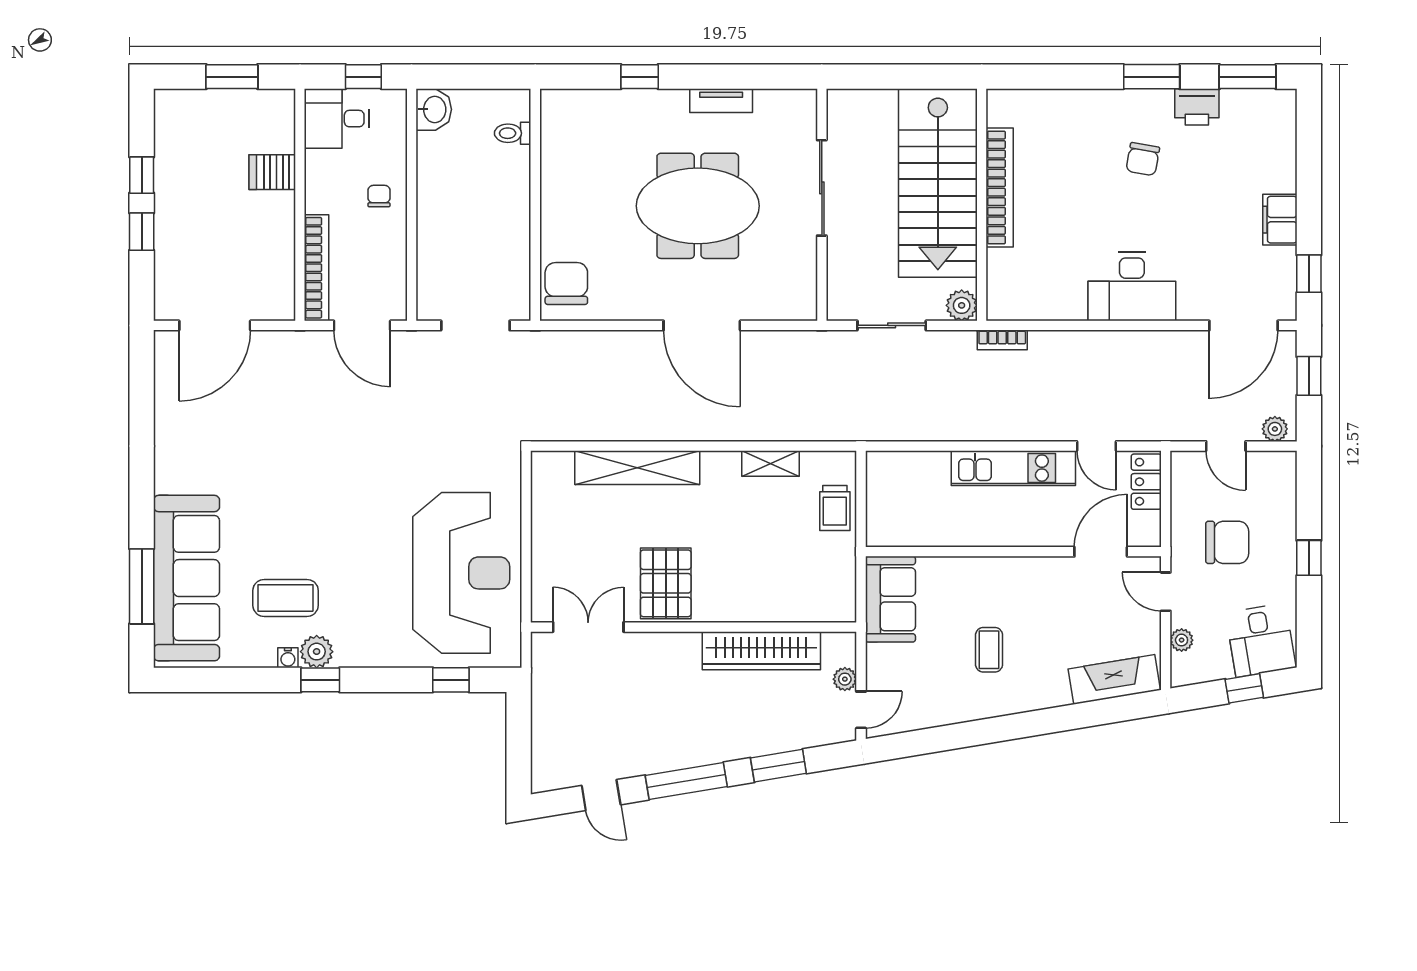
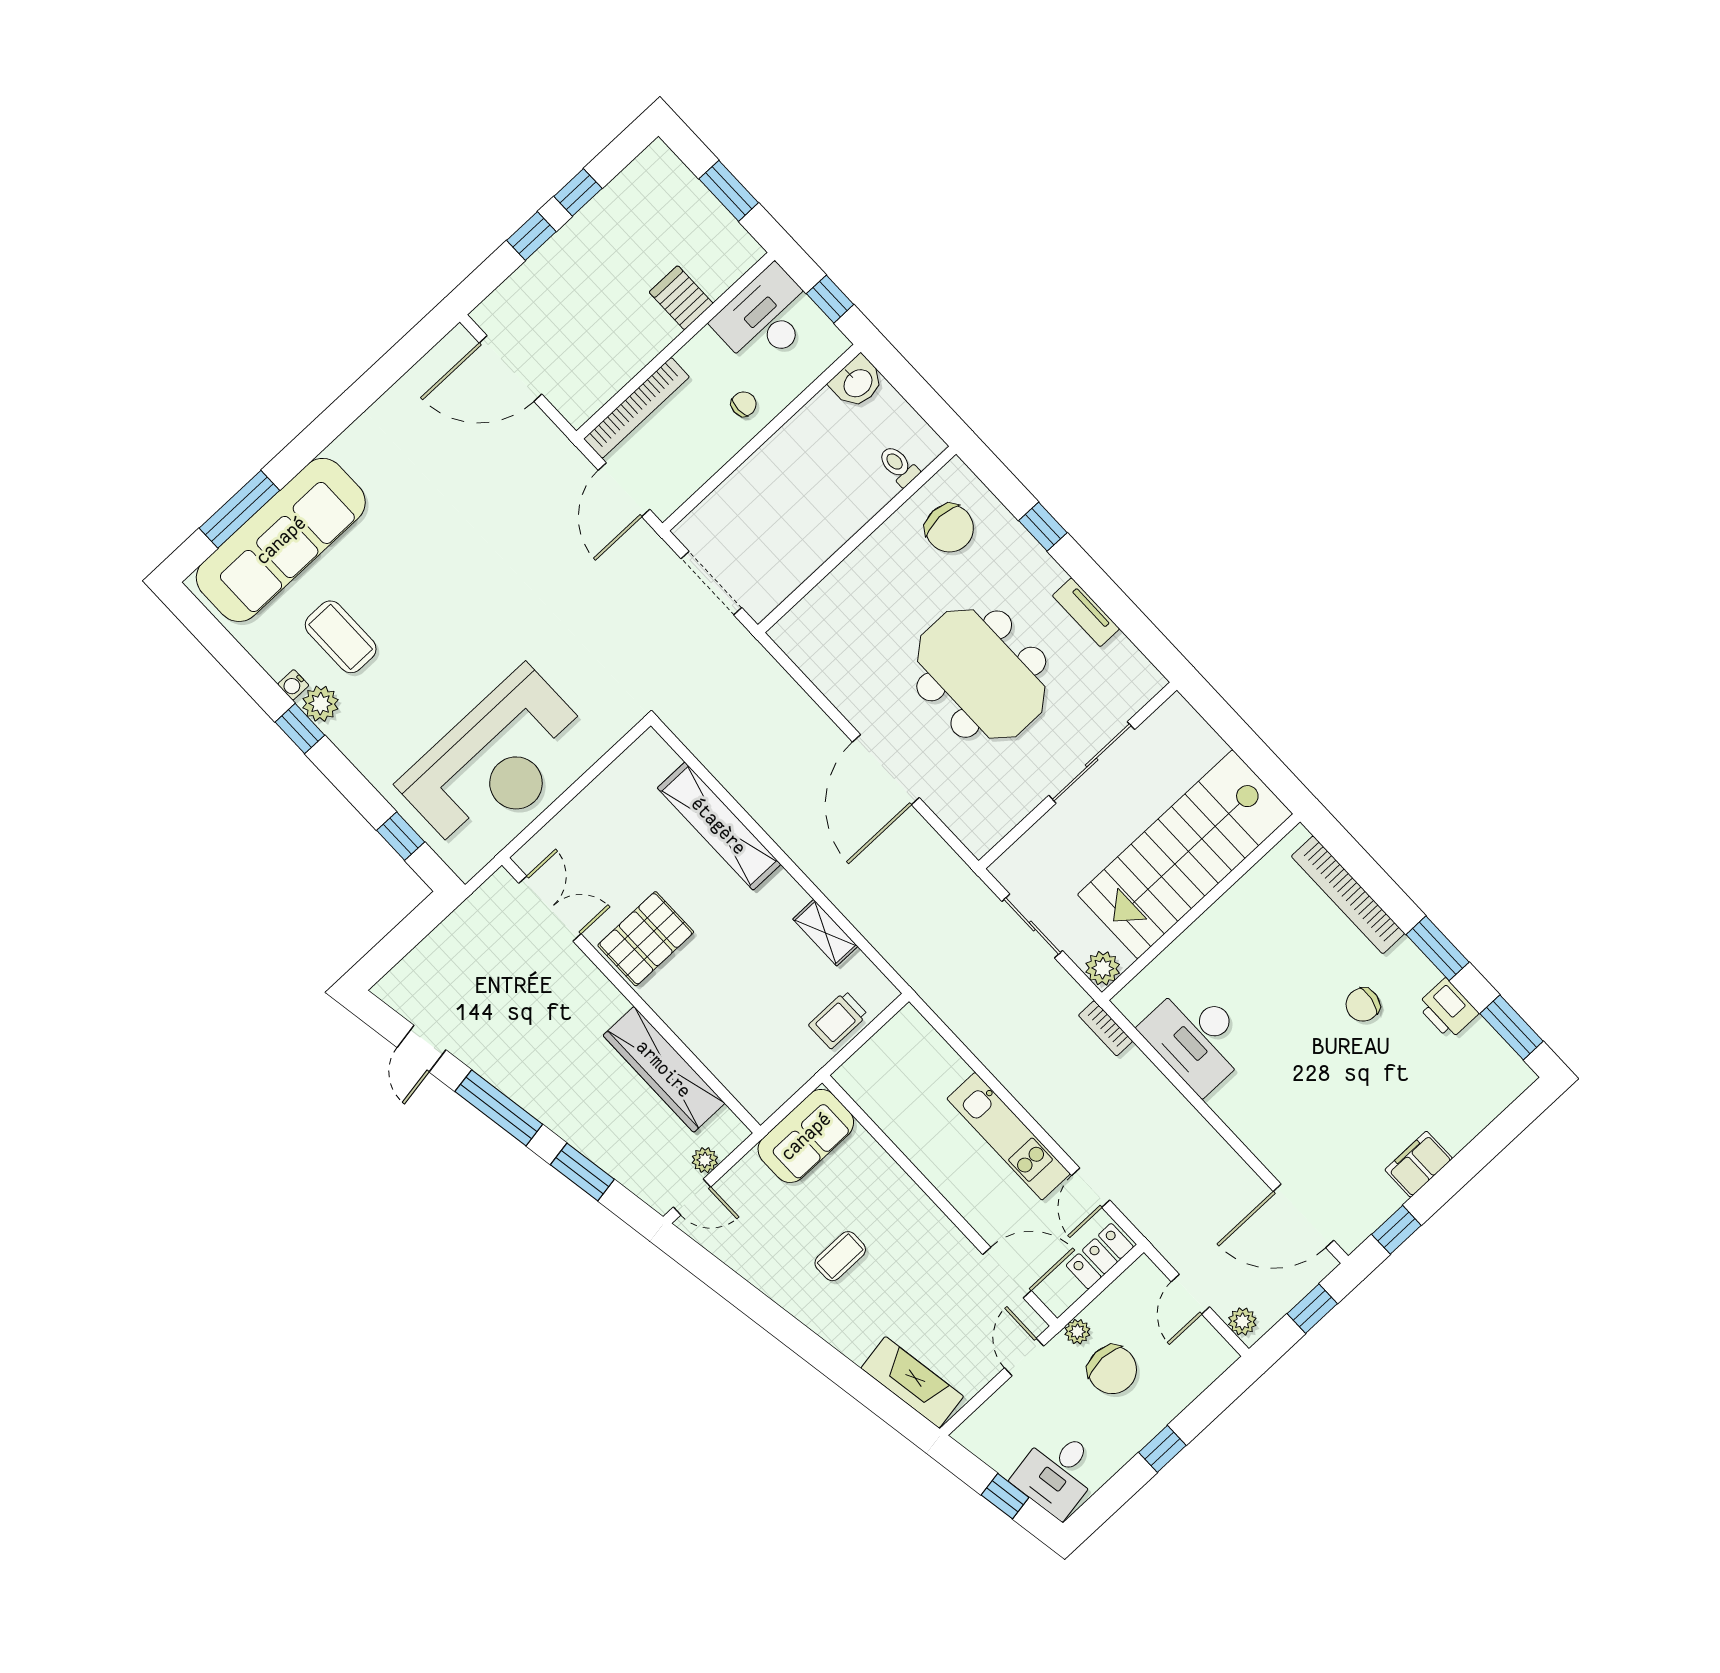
desk: (337, 119) -> (766, 318), width x1.37
bookcase: (1000, 187) -> (1348, 895), moved, turned 90
chair: (566, 284) -> (949, 528), moved, turned 90
desk: (1132, 287) -> (1197, 1038), moved
plant: (1182, 640) -> (1077, 1332), moved

